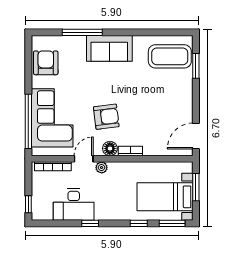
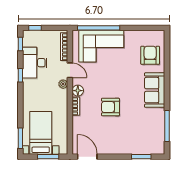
window: (82, 32) -> (167, 126), moved
coffee table: (170, 56) -> (149, 136), removed
armchair: (46, 63) -> (150, 55), moved, turned -90
armchair: (106, 117) -> (110, 107), moved, turned 97
window: (139, 223) -> (20, 44), moved

